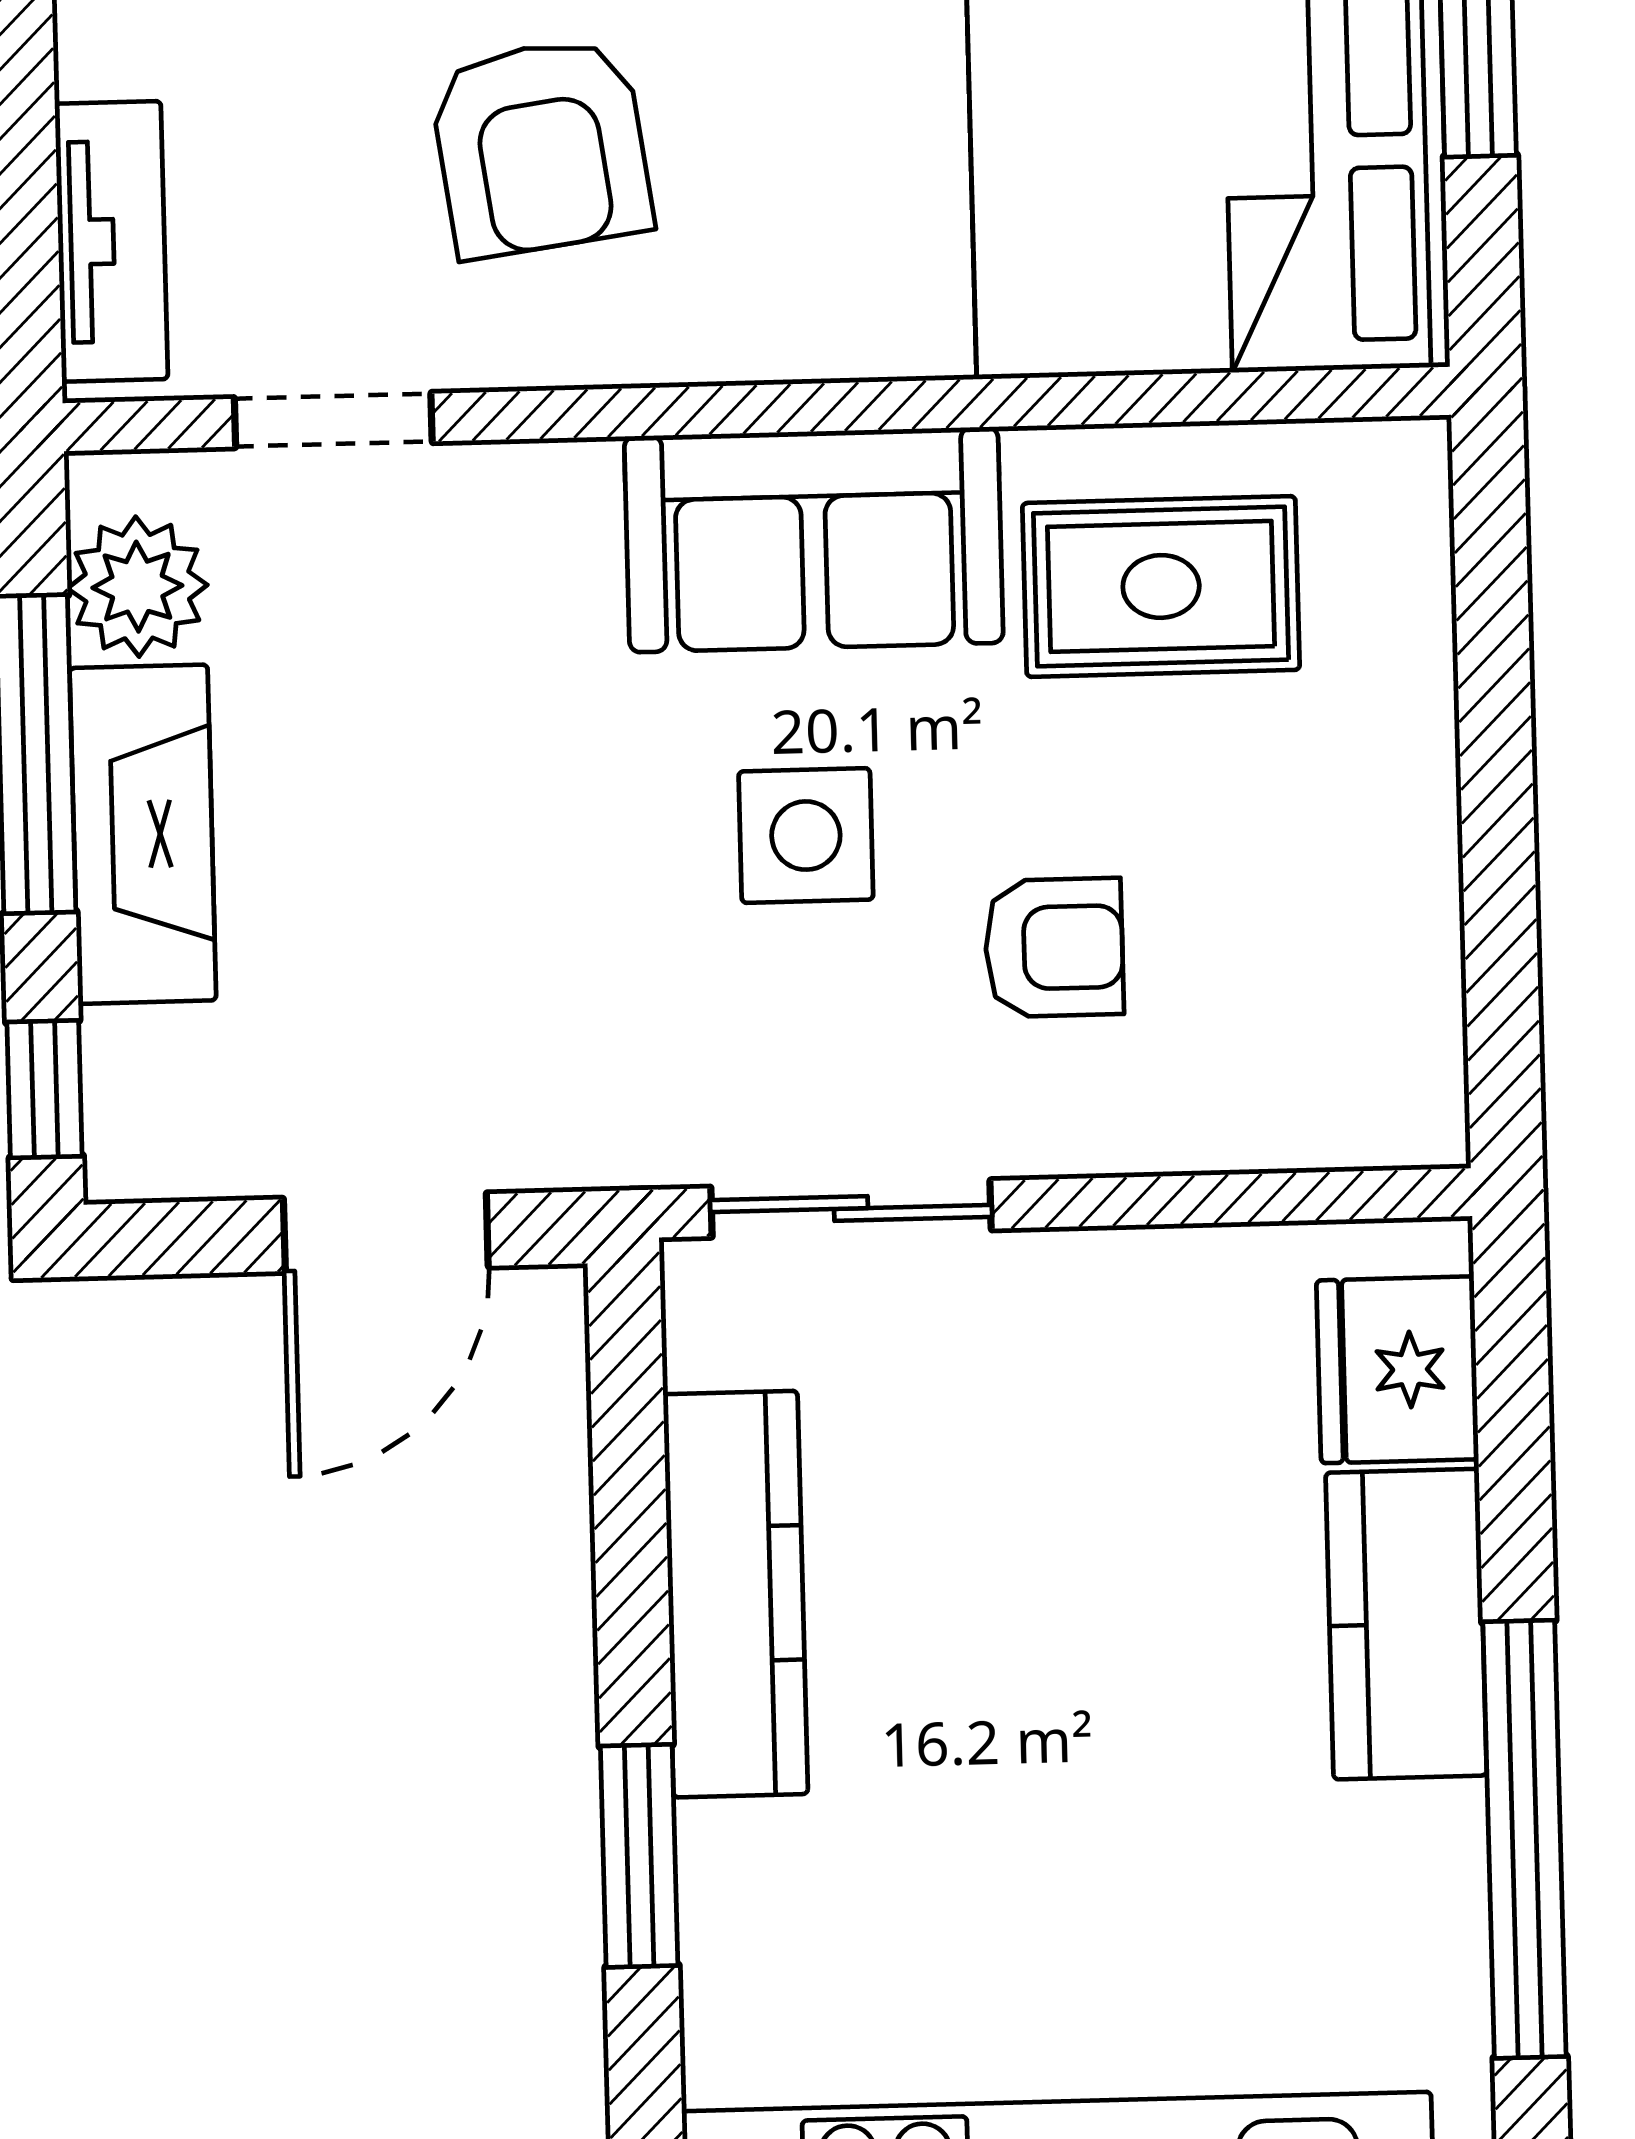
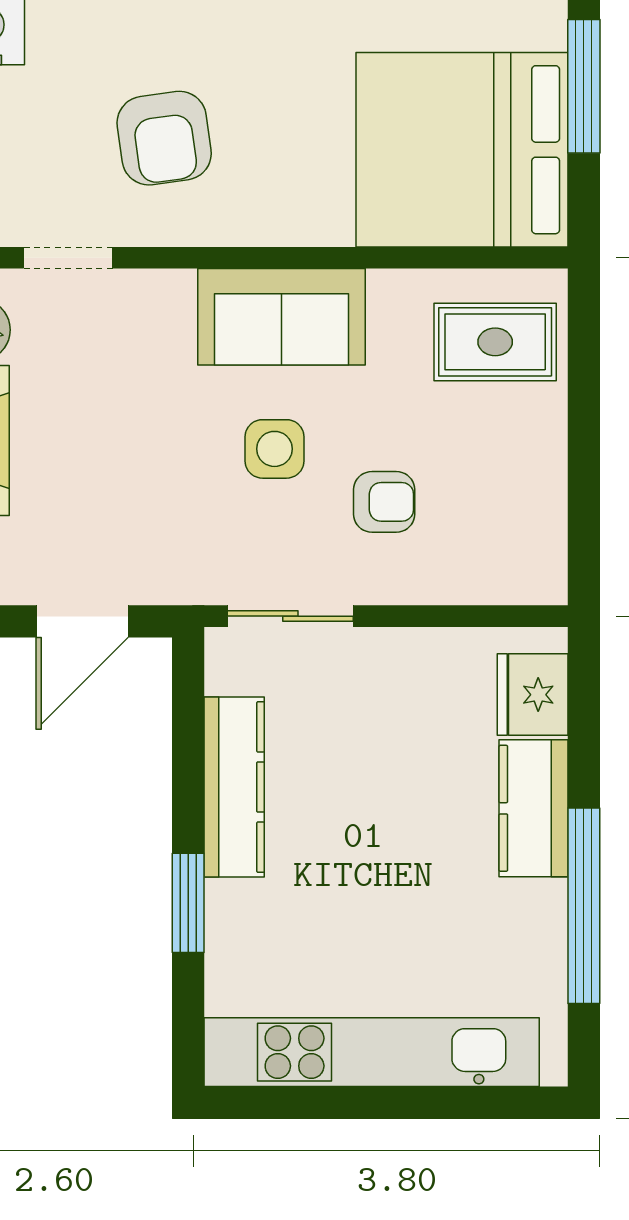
rug: (1161, 586) -> (495, 342), moved

